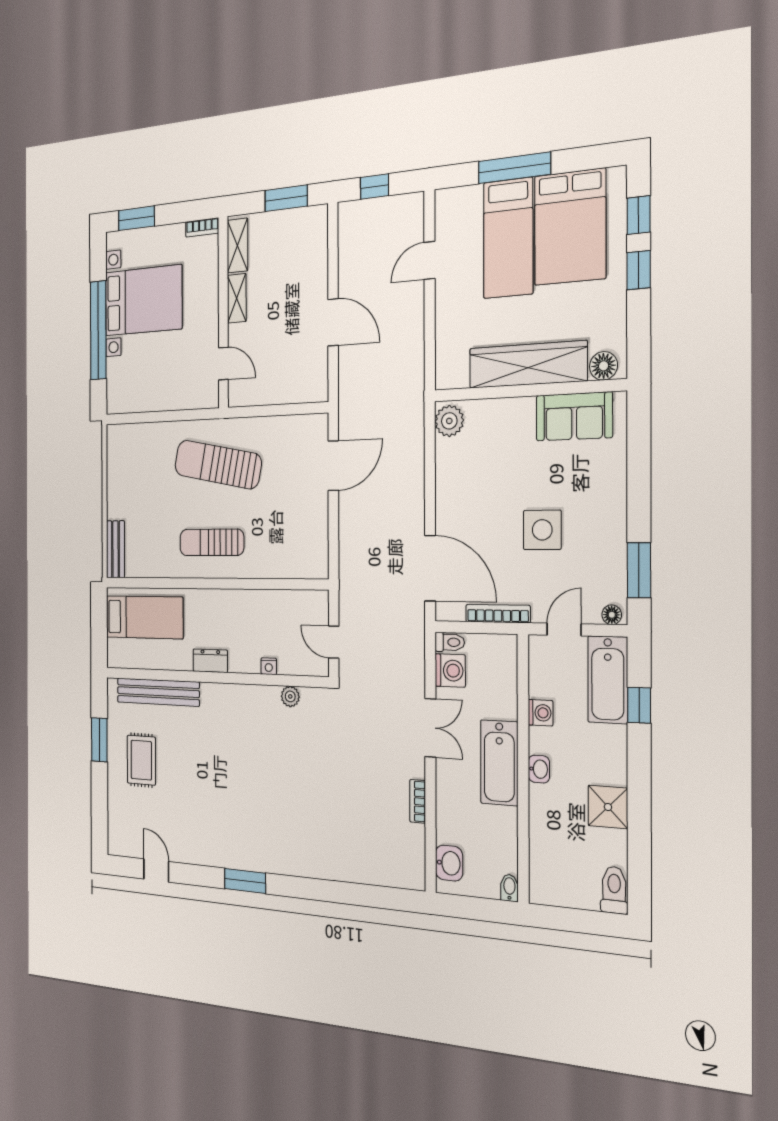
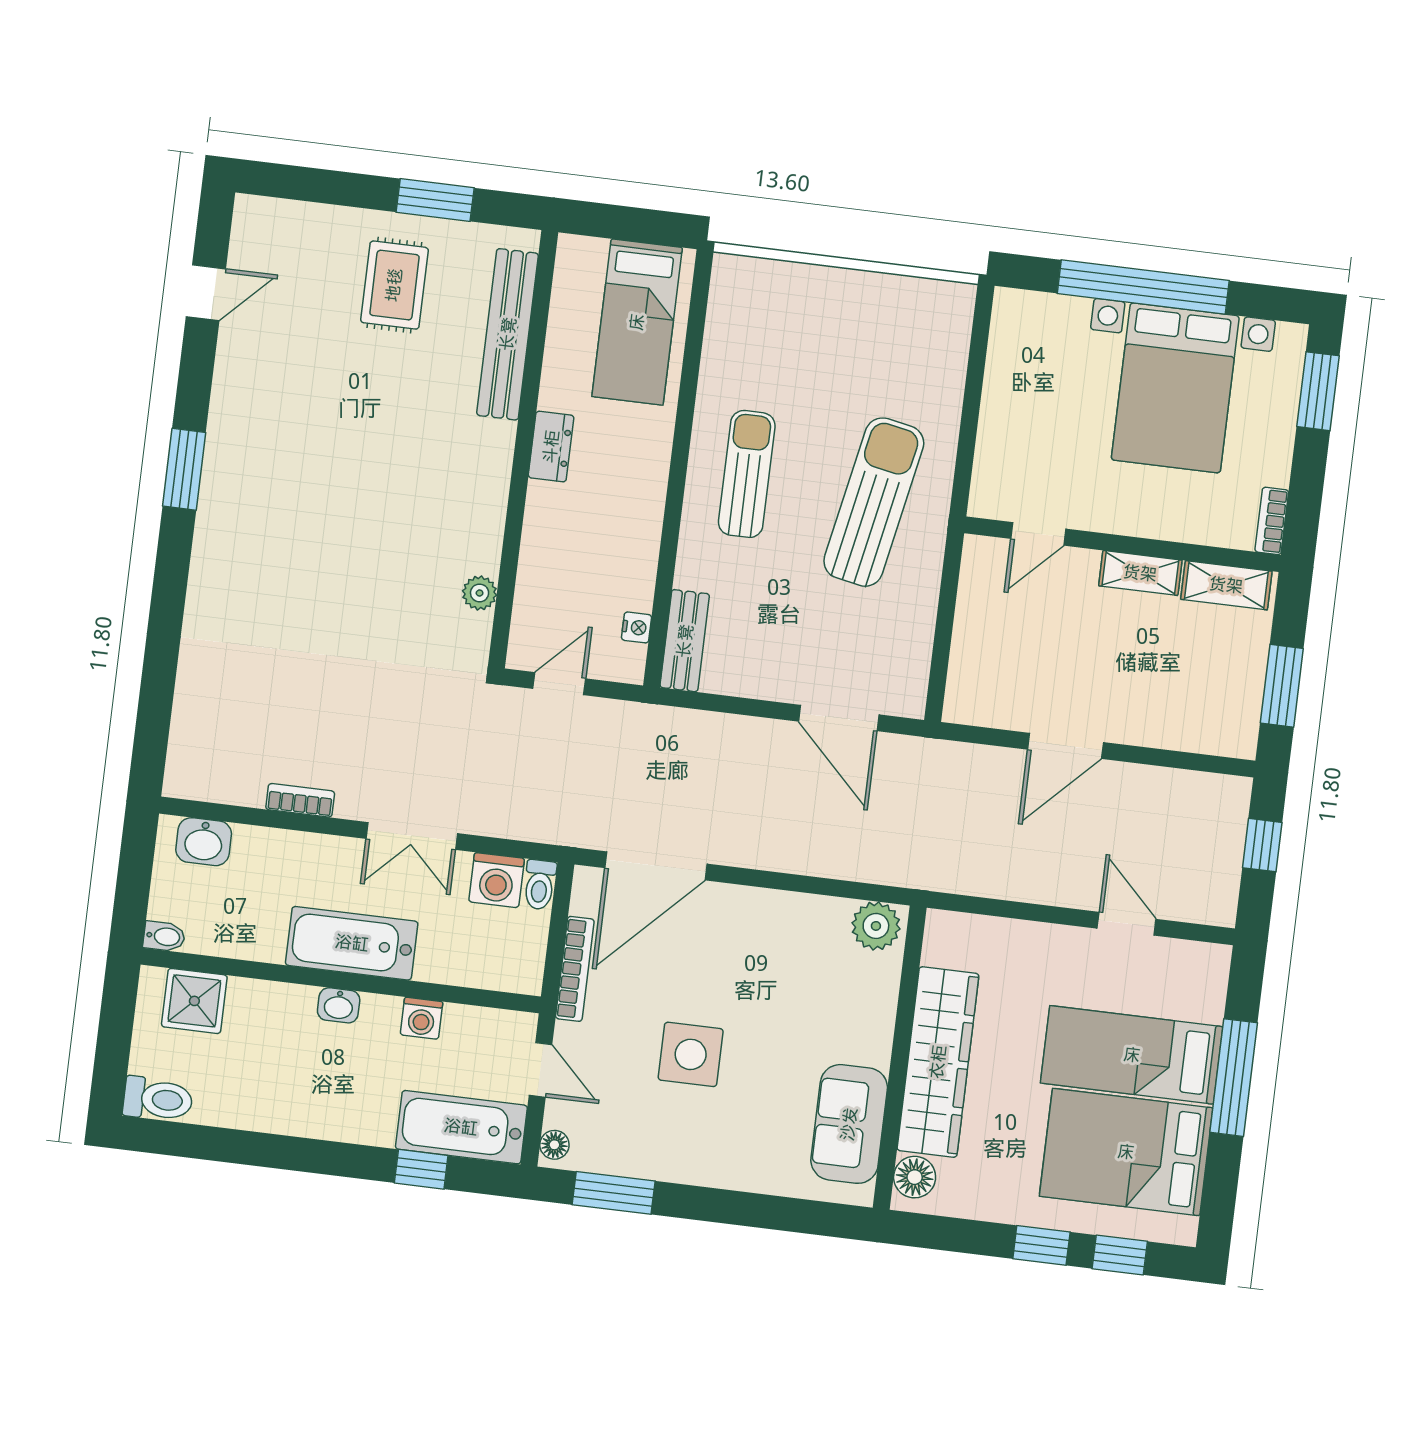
bench: (115, 549) -> (685, 641), moved, turned 90
nightstand: (269, 666) -> (636, 627), moved, turned 180
rug: (141, 760) -> (394, 285), turned 90
shower: (608, 807) -> (194, 1001), moved

